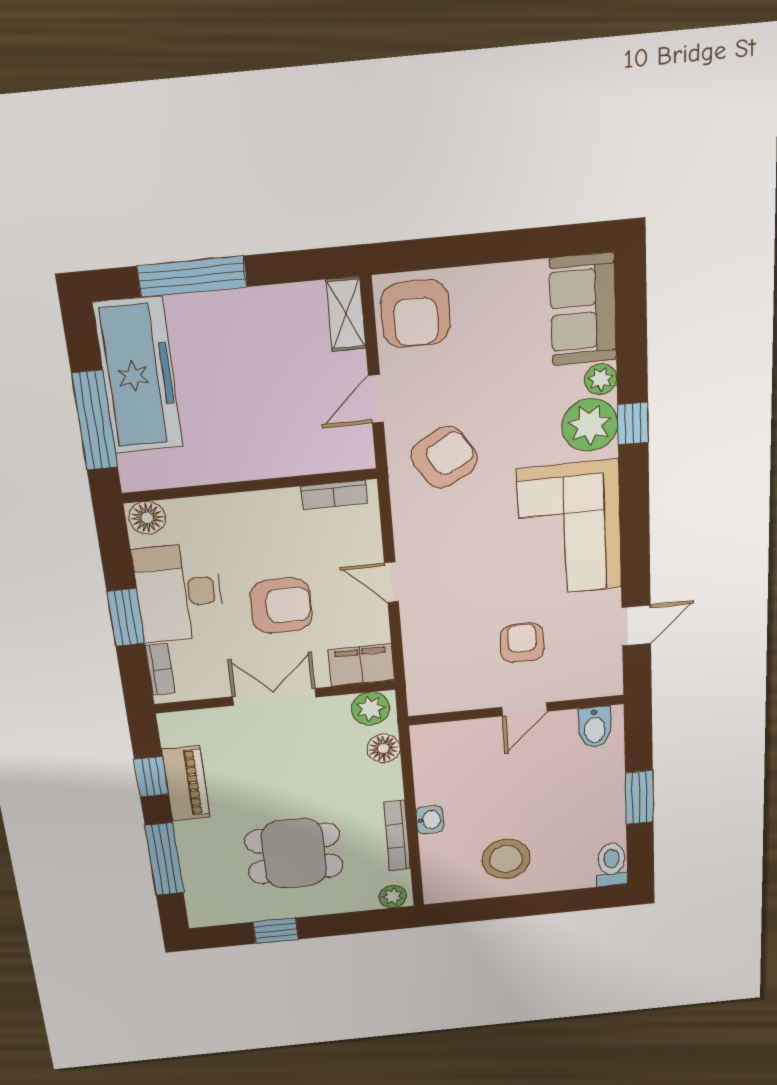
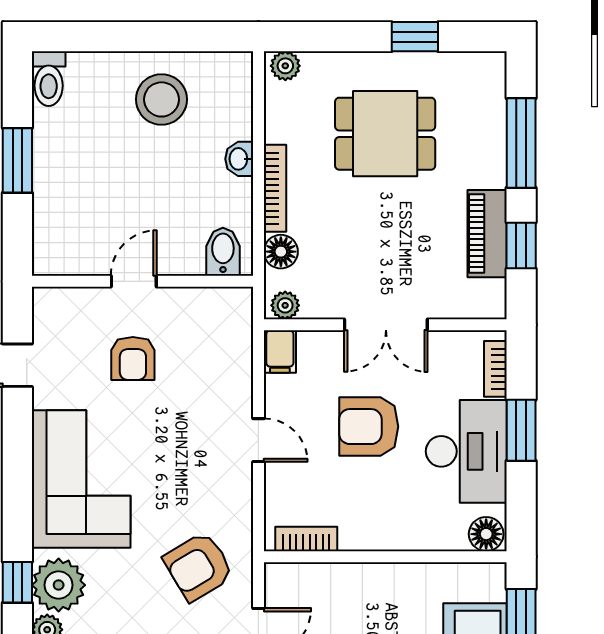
filing cabinet: (361, 665) -> (280, 351), width x0.50
plant: (371, 709) -> (285, 305), width x0.73, depth x0.73
bidet: (595, 727) -> (223, 252), moved
bookcase: (397, 836) -> (275, 188), moved

